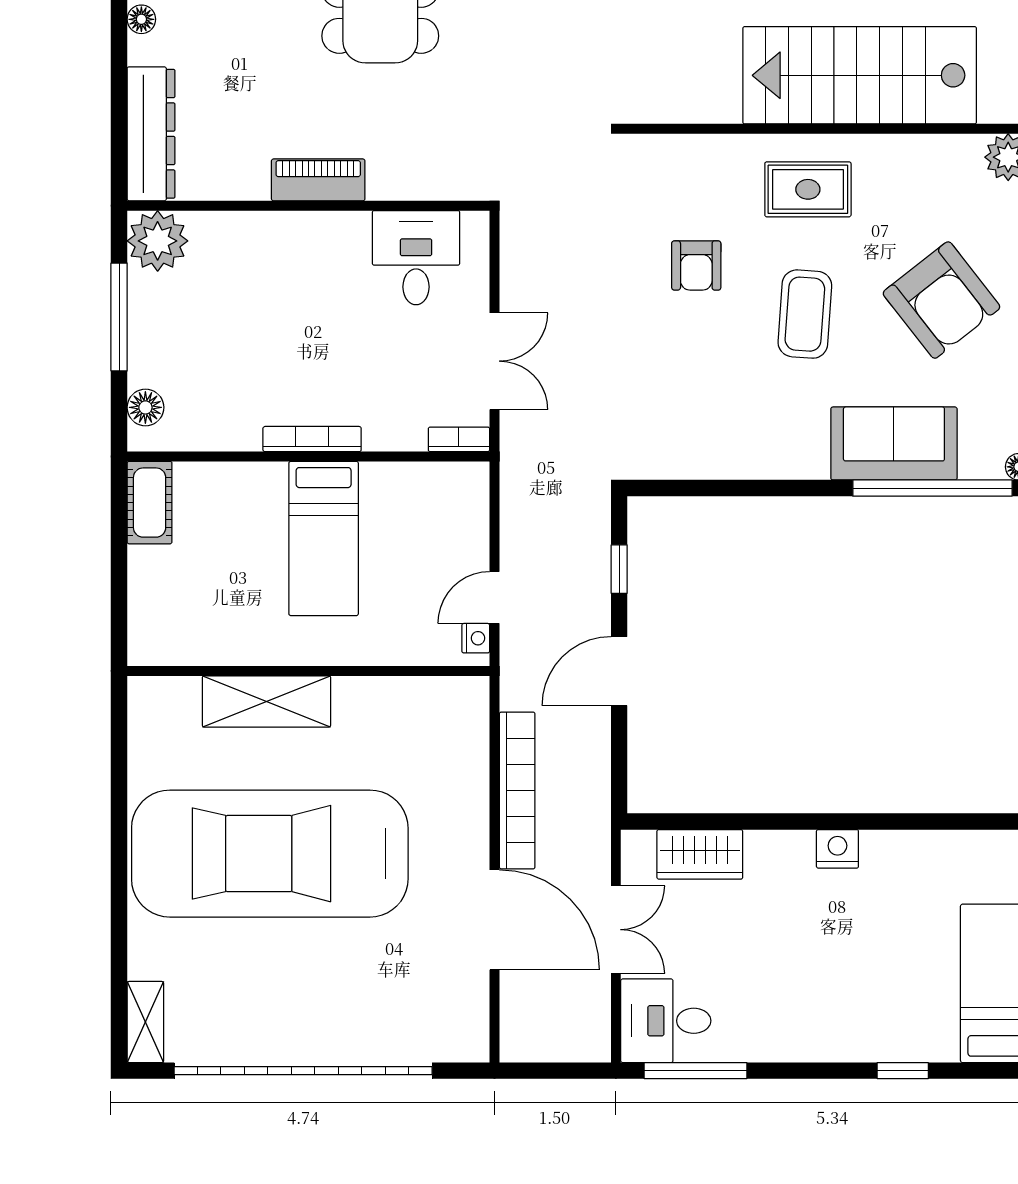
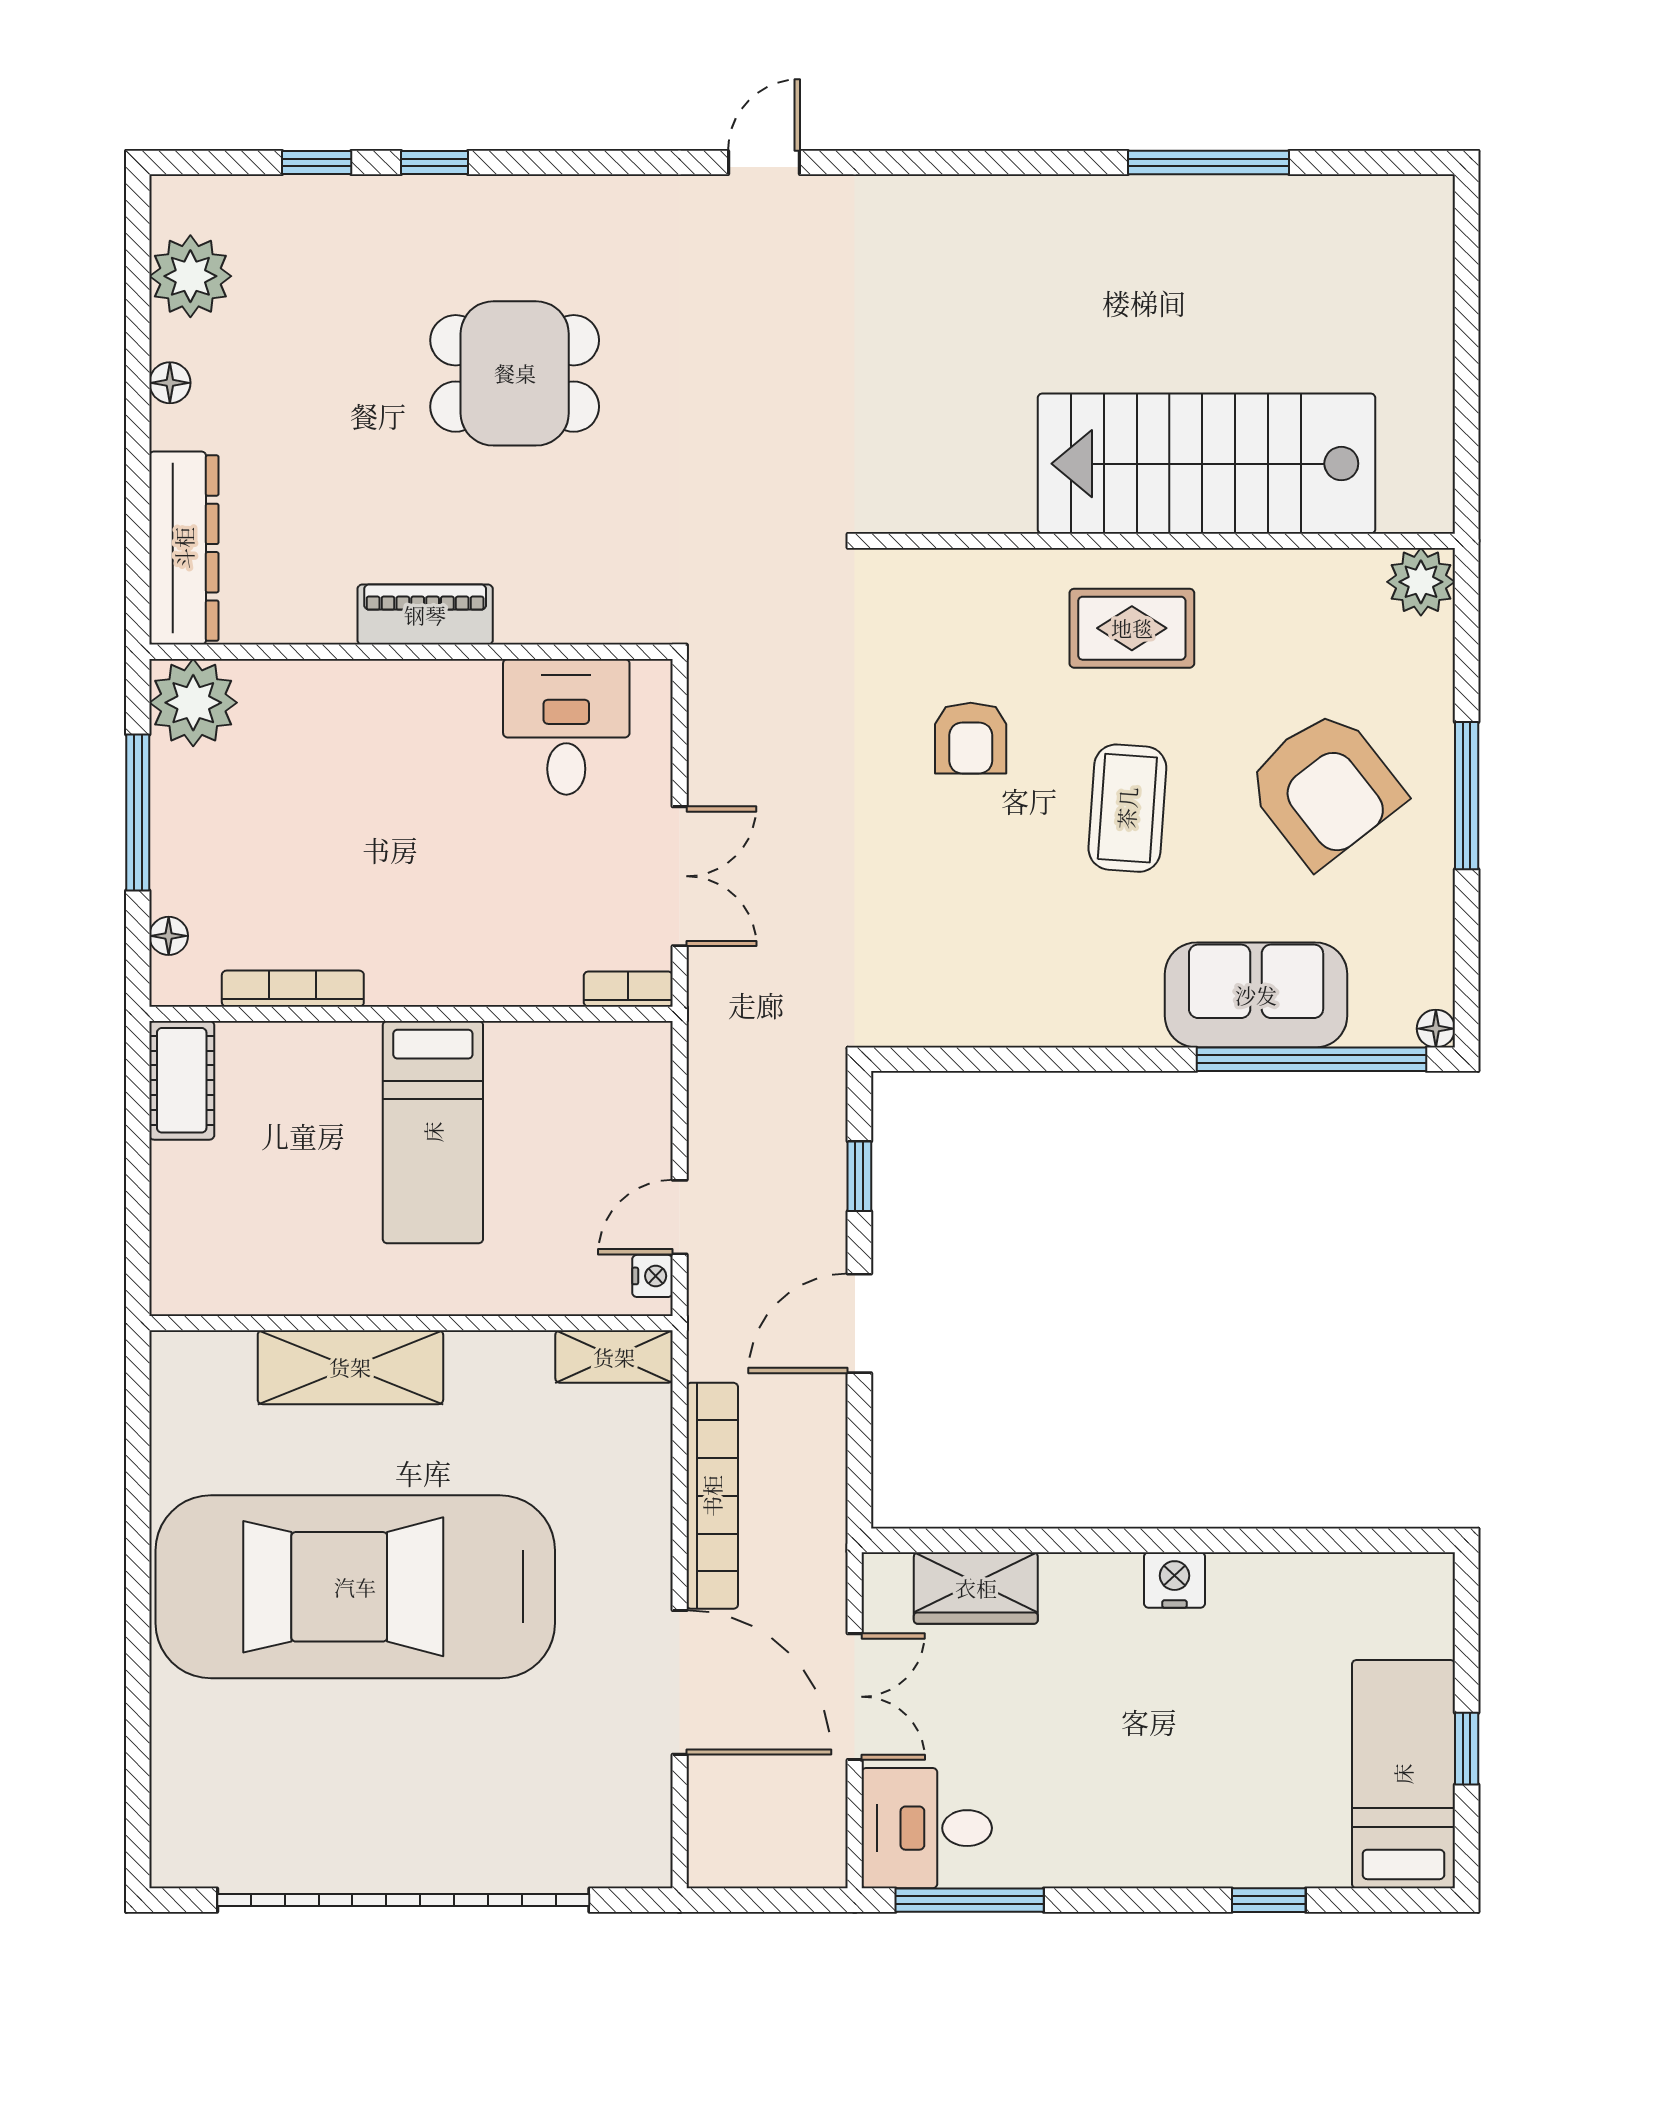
floor lamp: (145, 407) -> (169, 936), width x0.73, depth x0.73
bookcase: (312, 439) -> (293, 989), moved
shelving: (145, 1022) -> (614, 1357), moved, turned 90

